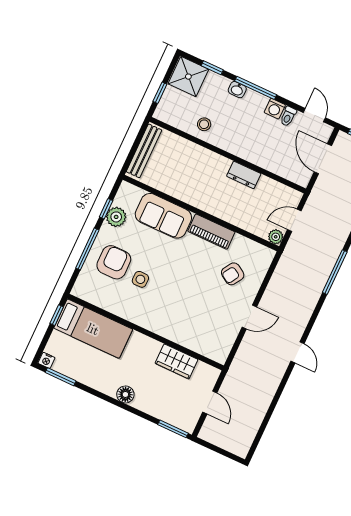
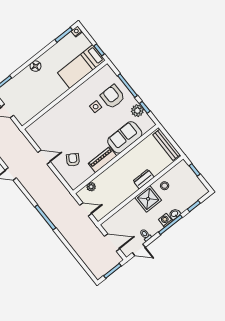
shower: (188, 77) -> (148, 199), moved
washing machine: (275, 109) -> (165, 220), moved
dresser: (244, 175) -> (144, 179), moved
door: (294, 220) -> (86, 209), hinge flipped
plant: (276, 237) -> (91, 187), moved
armchair: (114, 262) -> (113, 97), turned 180
door: (249, 317) -> (44, 157), swing flipped
wardrobe: (177, 361) -> (40, 104), removed

